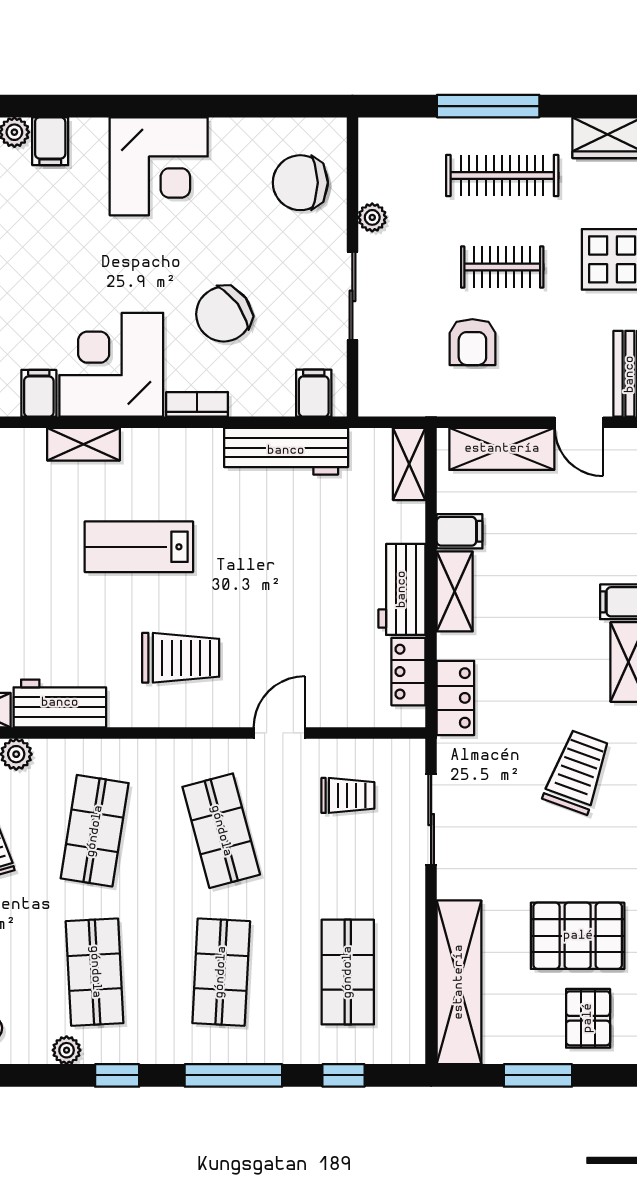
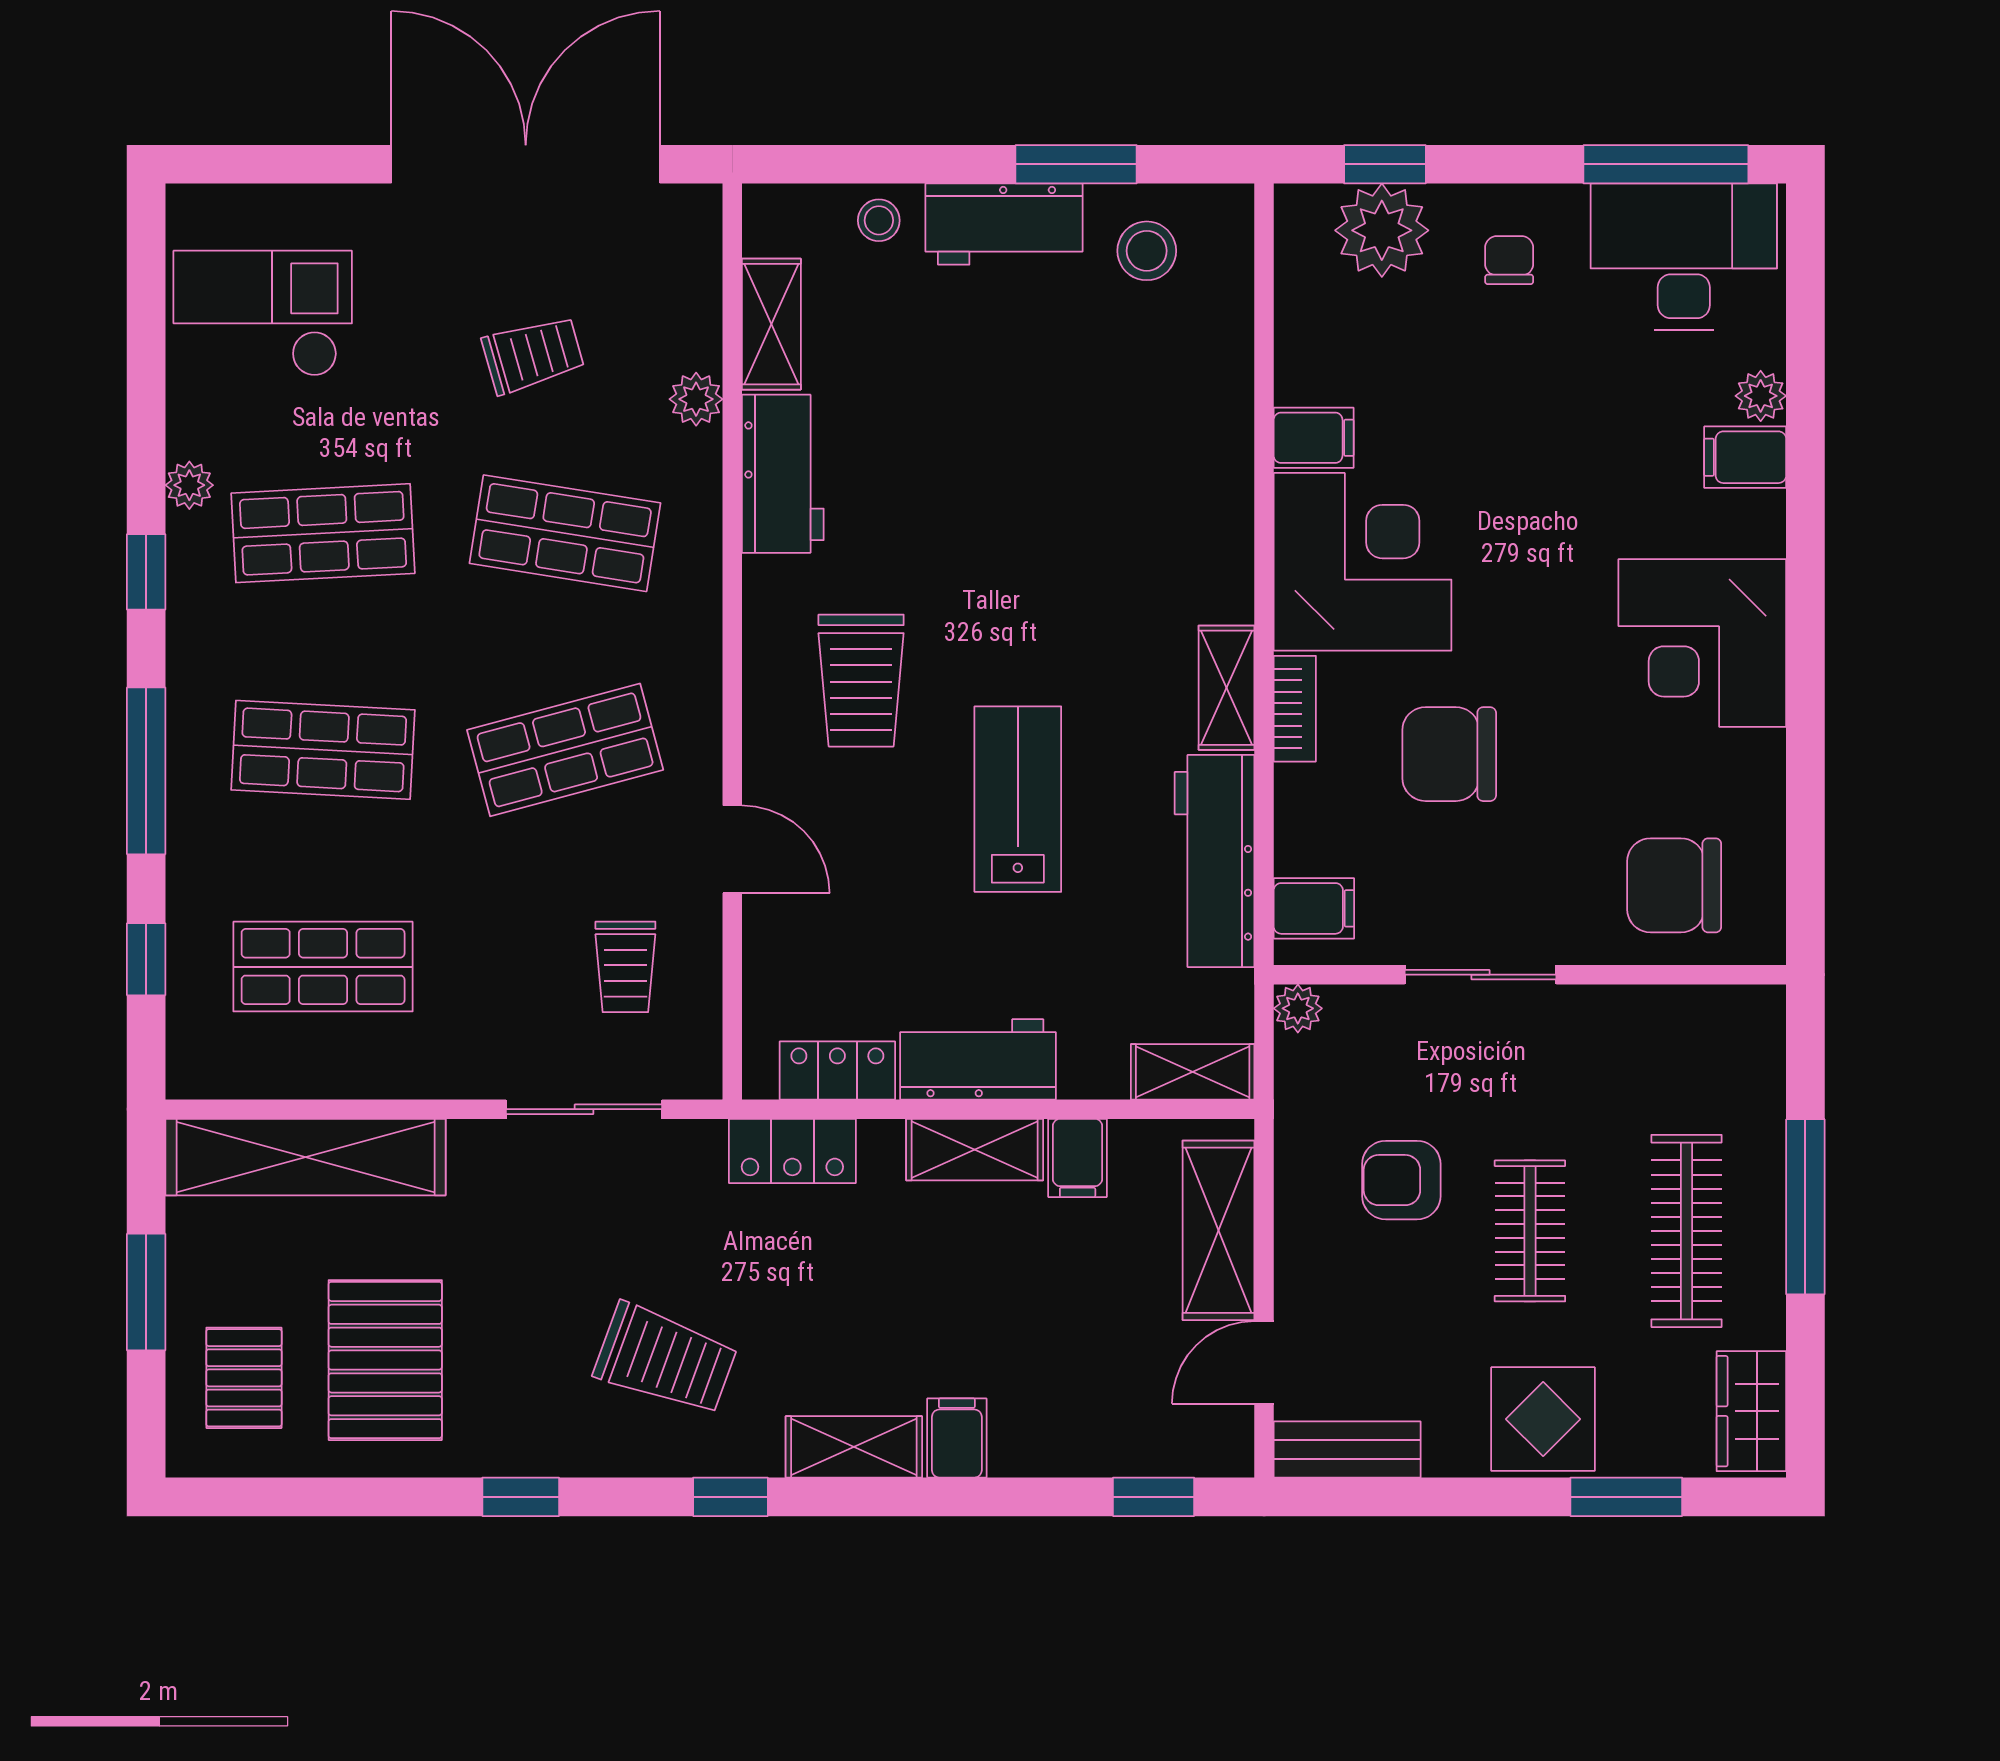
chair: (300, 183) -> (1674, 885), turned -90
plant: (372, 217) -> (1298, 1008), moved
chair: (224, 314) -> (1449, 754), turned -54
shelving: (83, 444) -> (1226, 688), moved
lab bench: (139, 547) -> (1018, 799), moved
pallet: (588, 1018) -> (244, 1378), turned 90

